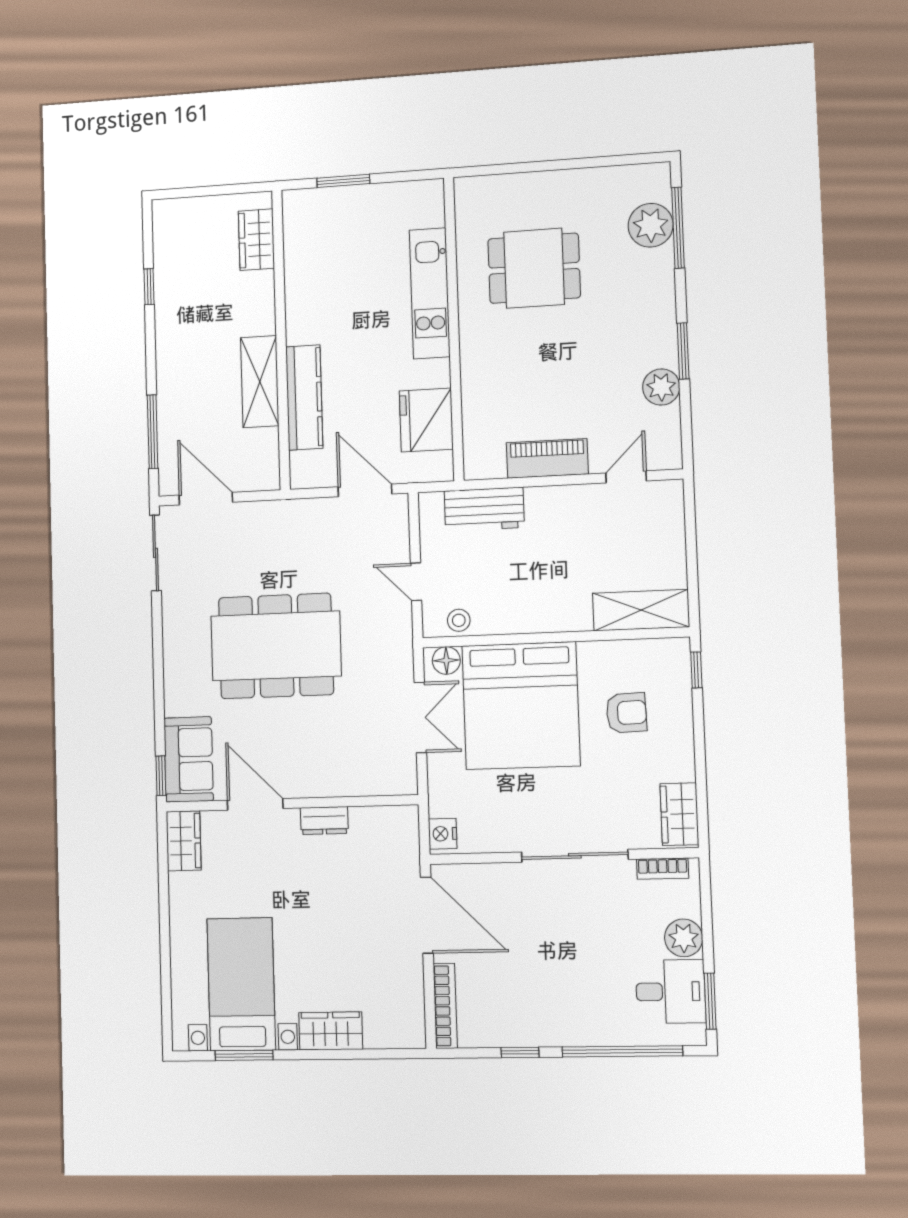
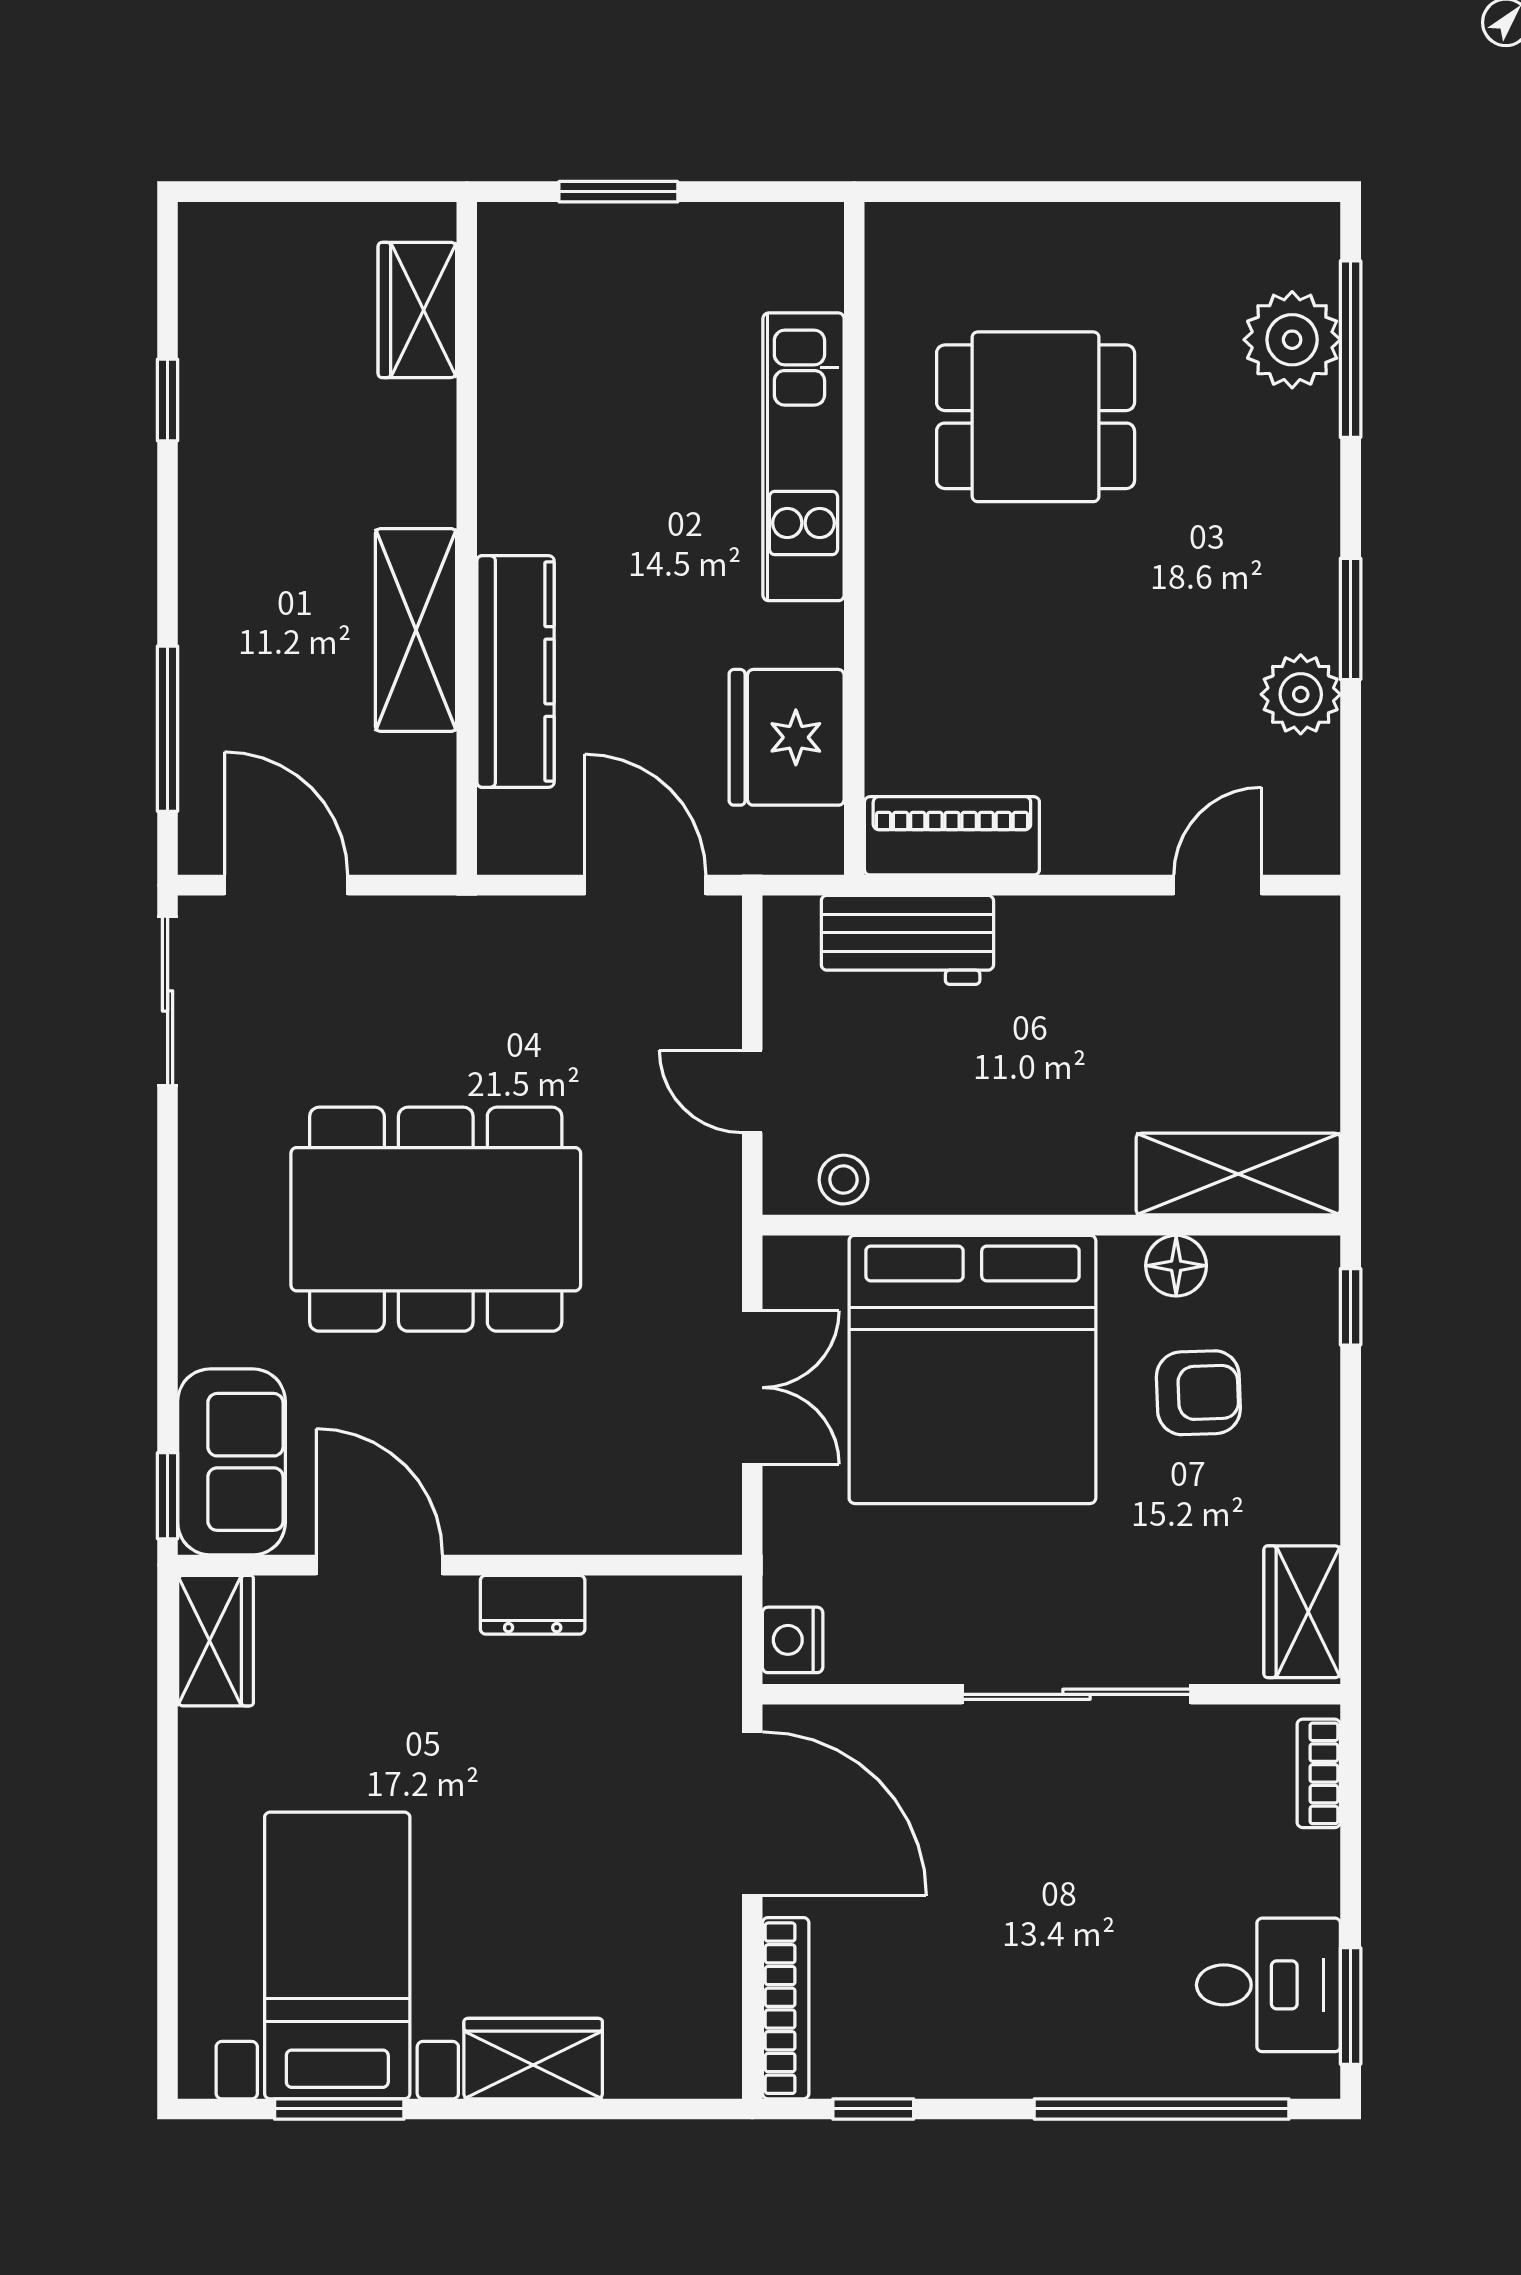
piano: (547, 458) -> (952, 836), moved
floor lamp: (446, 660) -> (1176, 1266), moved
bookcase: (663, 869) -> (1319, 1773), moved, turned 90
plant: (684, 938) -> (1300, 1873), removed
window: (520, 1052) -> (873, 2109), moved

